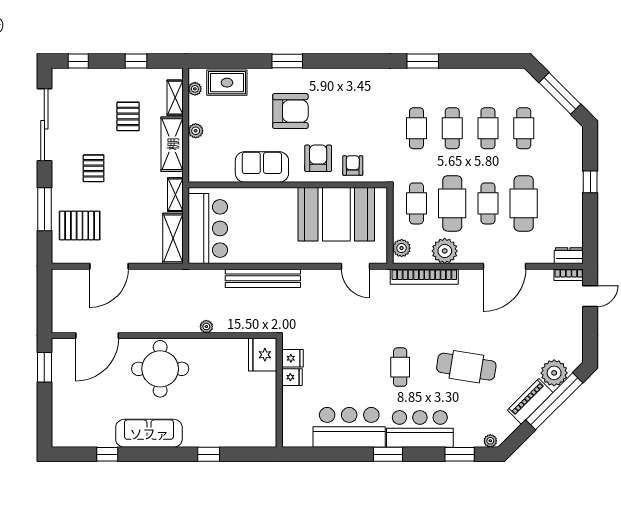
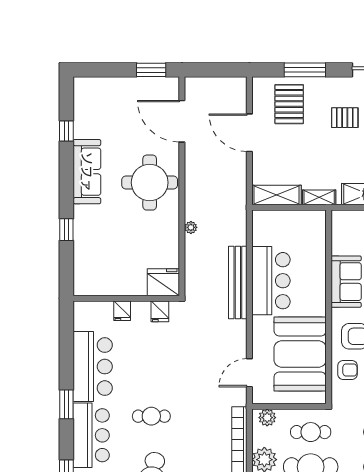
bar counter: (208, 228) -> (271, 281), moved, turned -90
fridge: (292, 377) -> (122, 311), moved

